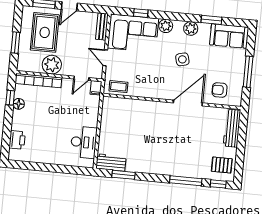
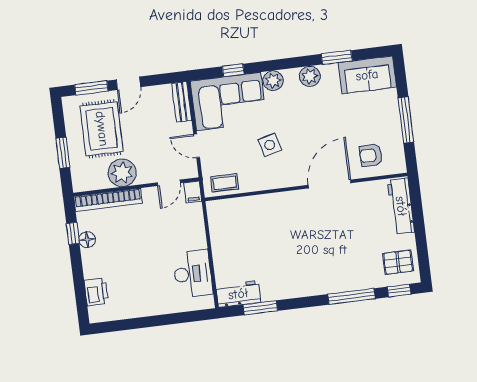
side table: (182, 59) -> (270, 145), moved

